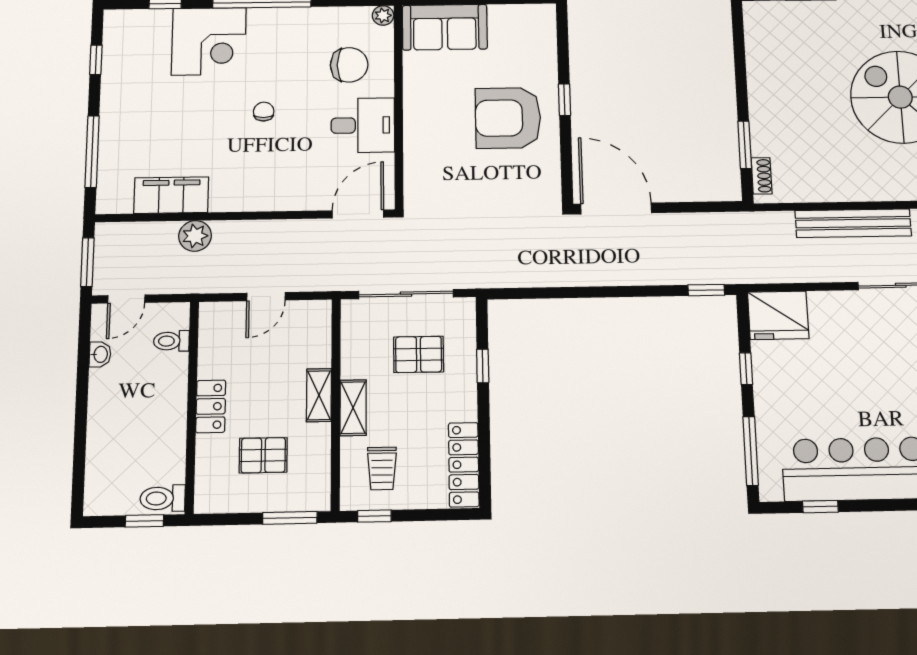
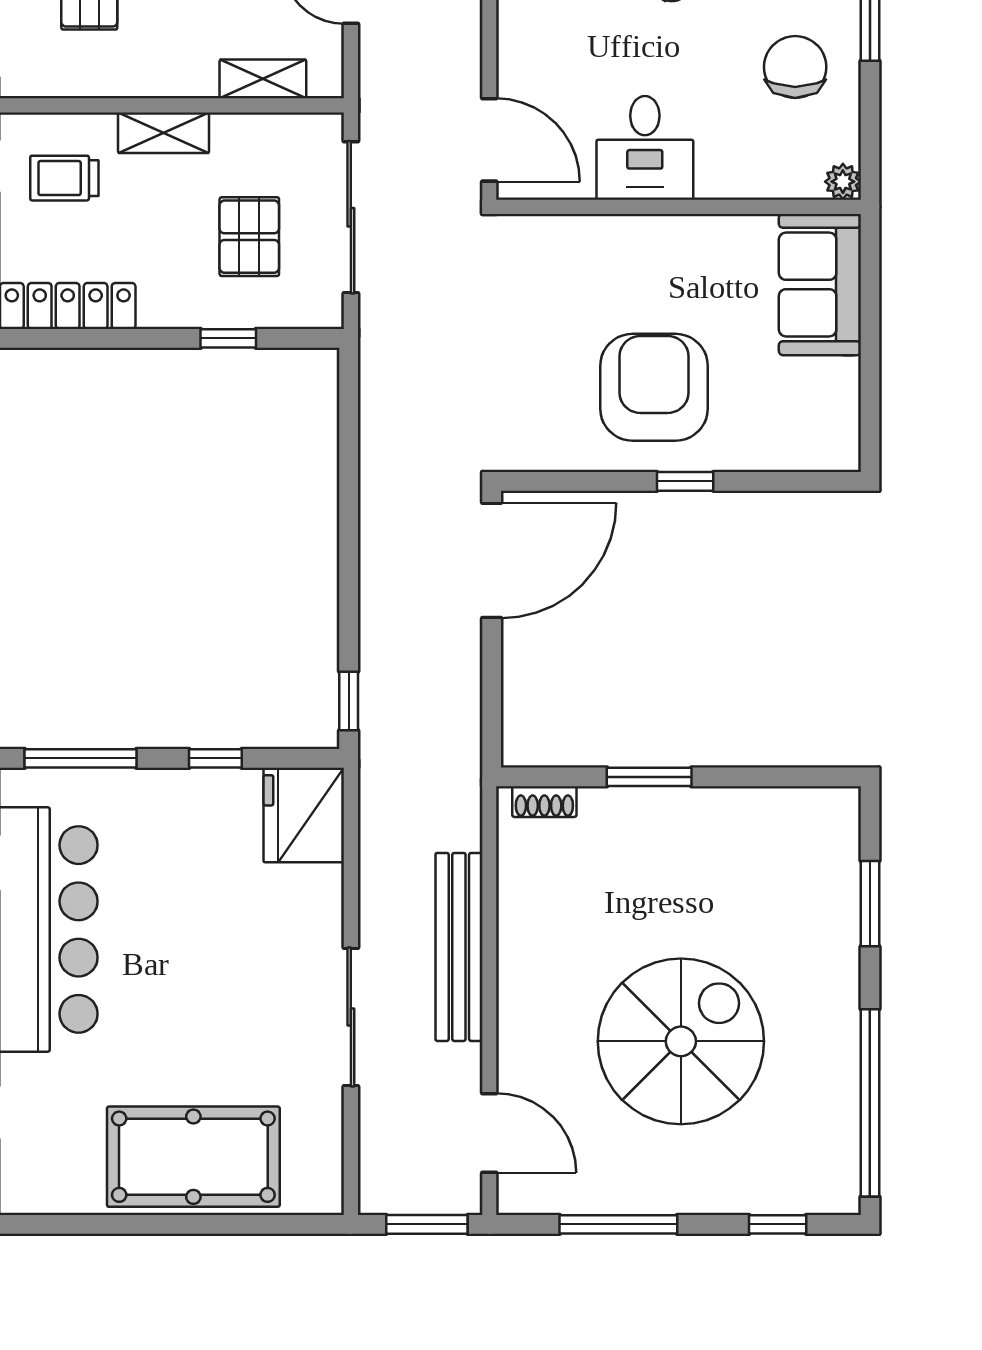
chair: (349, 65) -> (795, 67), moved, turned 180
window: (745, 145) -> (649, 777), moved
shelving: (319, 395) -> (263, 79), moved

